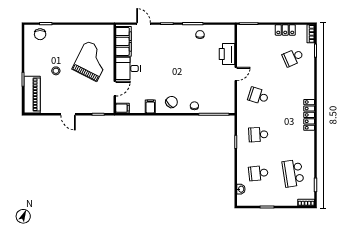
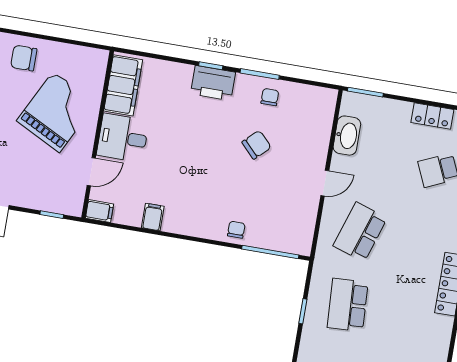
door: (144, 24) -> (167, 58), removed
chair: (70, 36) -> (24, 58), added
washbasin: (243, 48) -> (347, 136), added
printer: (227, 54) -> (213, 83), moved, turned -90
school desk: (258, 96) -> (360, 232), width x1.85
chair: (172, 102) -> (257, 145), moved
school desk: (258, 135) -> (348, 305), width x1.85

